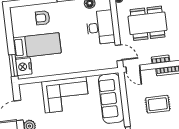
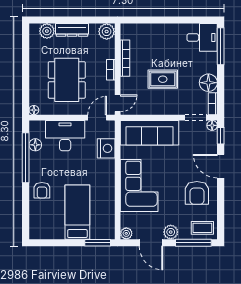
armchair: (43, 18) -> (42, 190), moved
nightstand: (24, 67) -> (106, 148), moved, turned -90
plant: (24, 89) -> (126, 233), added
rug: (158, 104) -> (163, 79), turned 90

